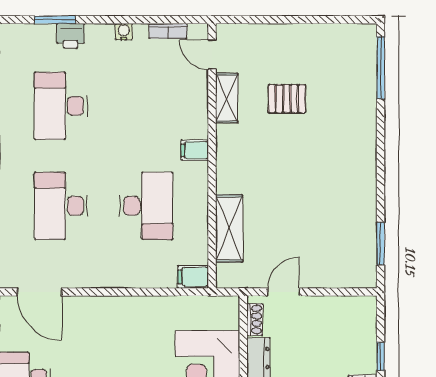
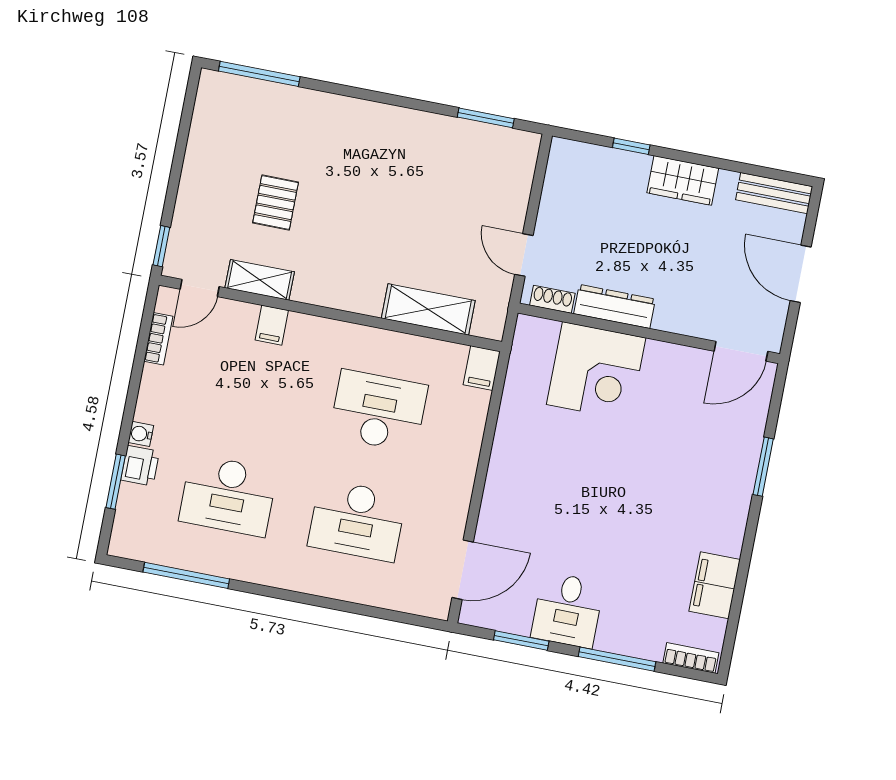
window: (238, 20) -> (161, 246), added
water cooler: (124, 32) -> (141, 434), moved
filing cabinet: (195, 150) -> (272, 325), moved

